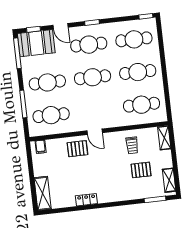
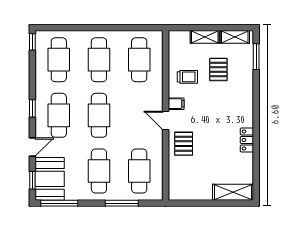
door: (95, 132) -> (166, 121), swing flipped
shelving: (164, 138) -> (205, 37), moved
filing cabinet: (41, 147) -> (176, 104), moved

